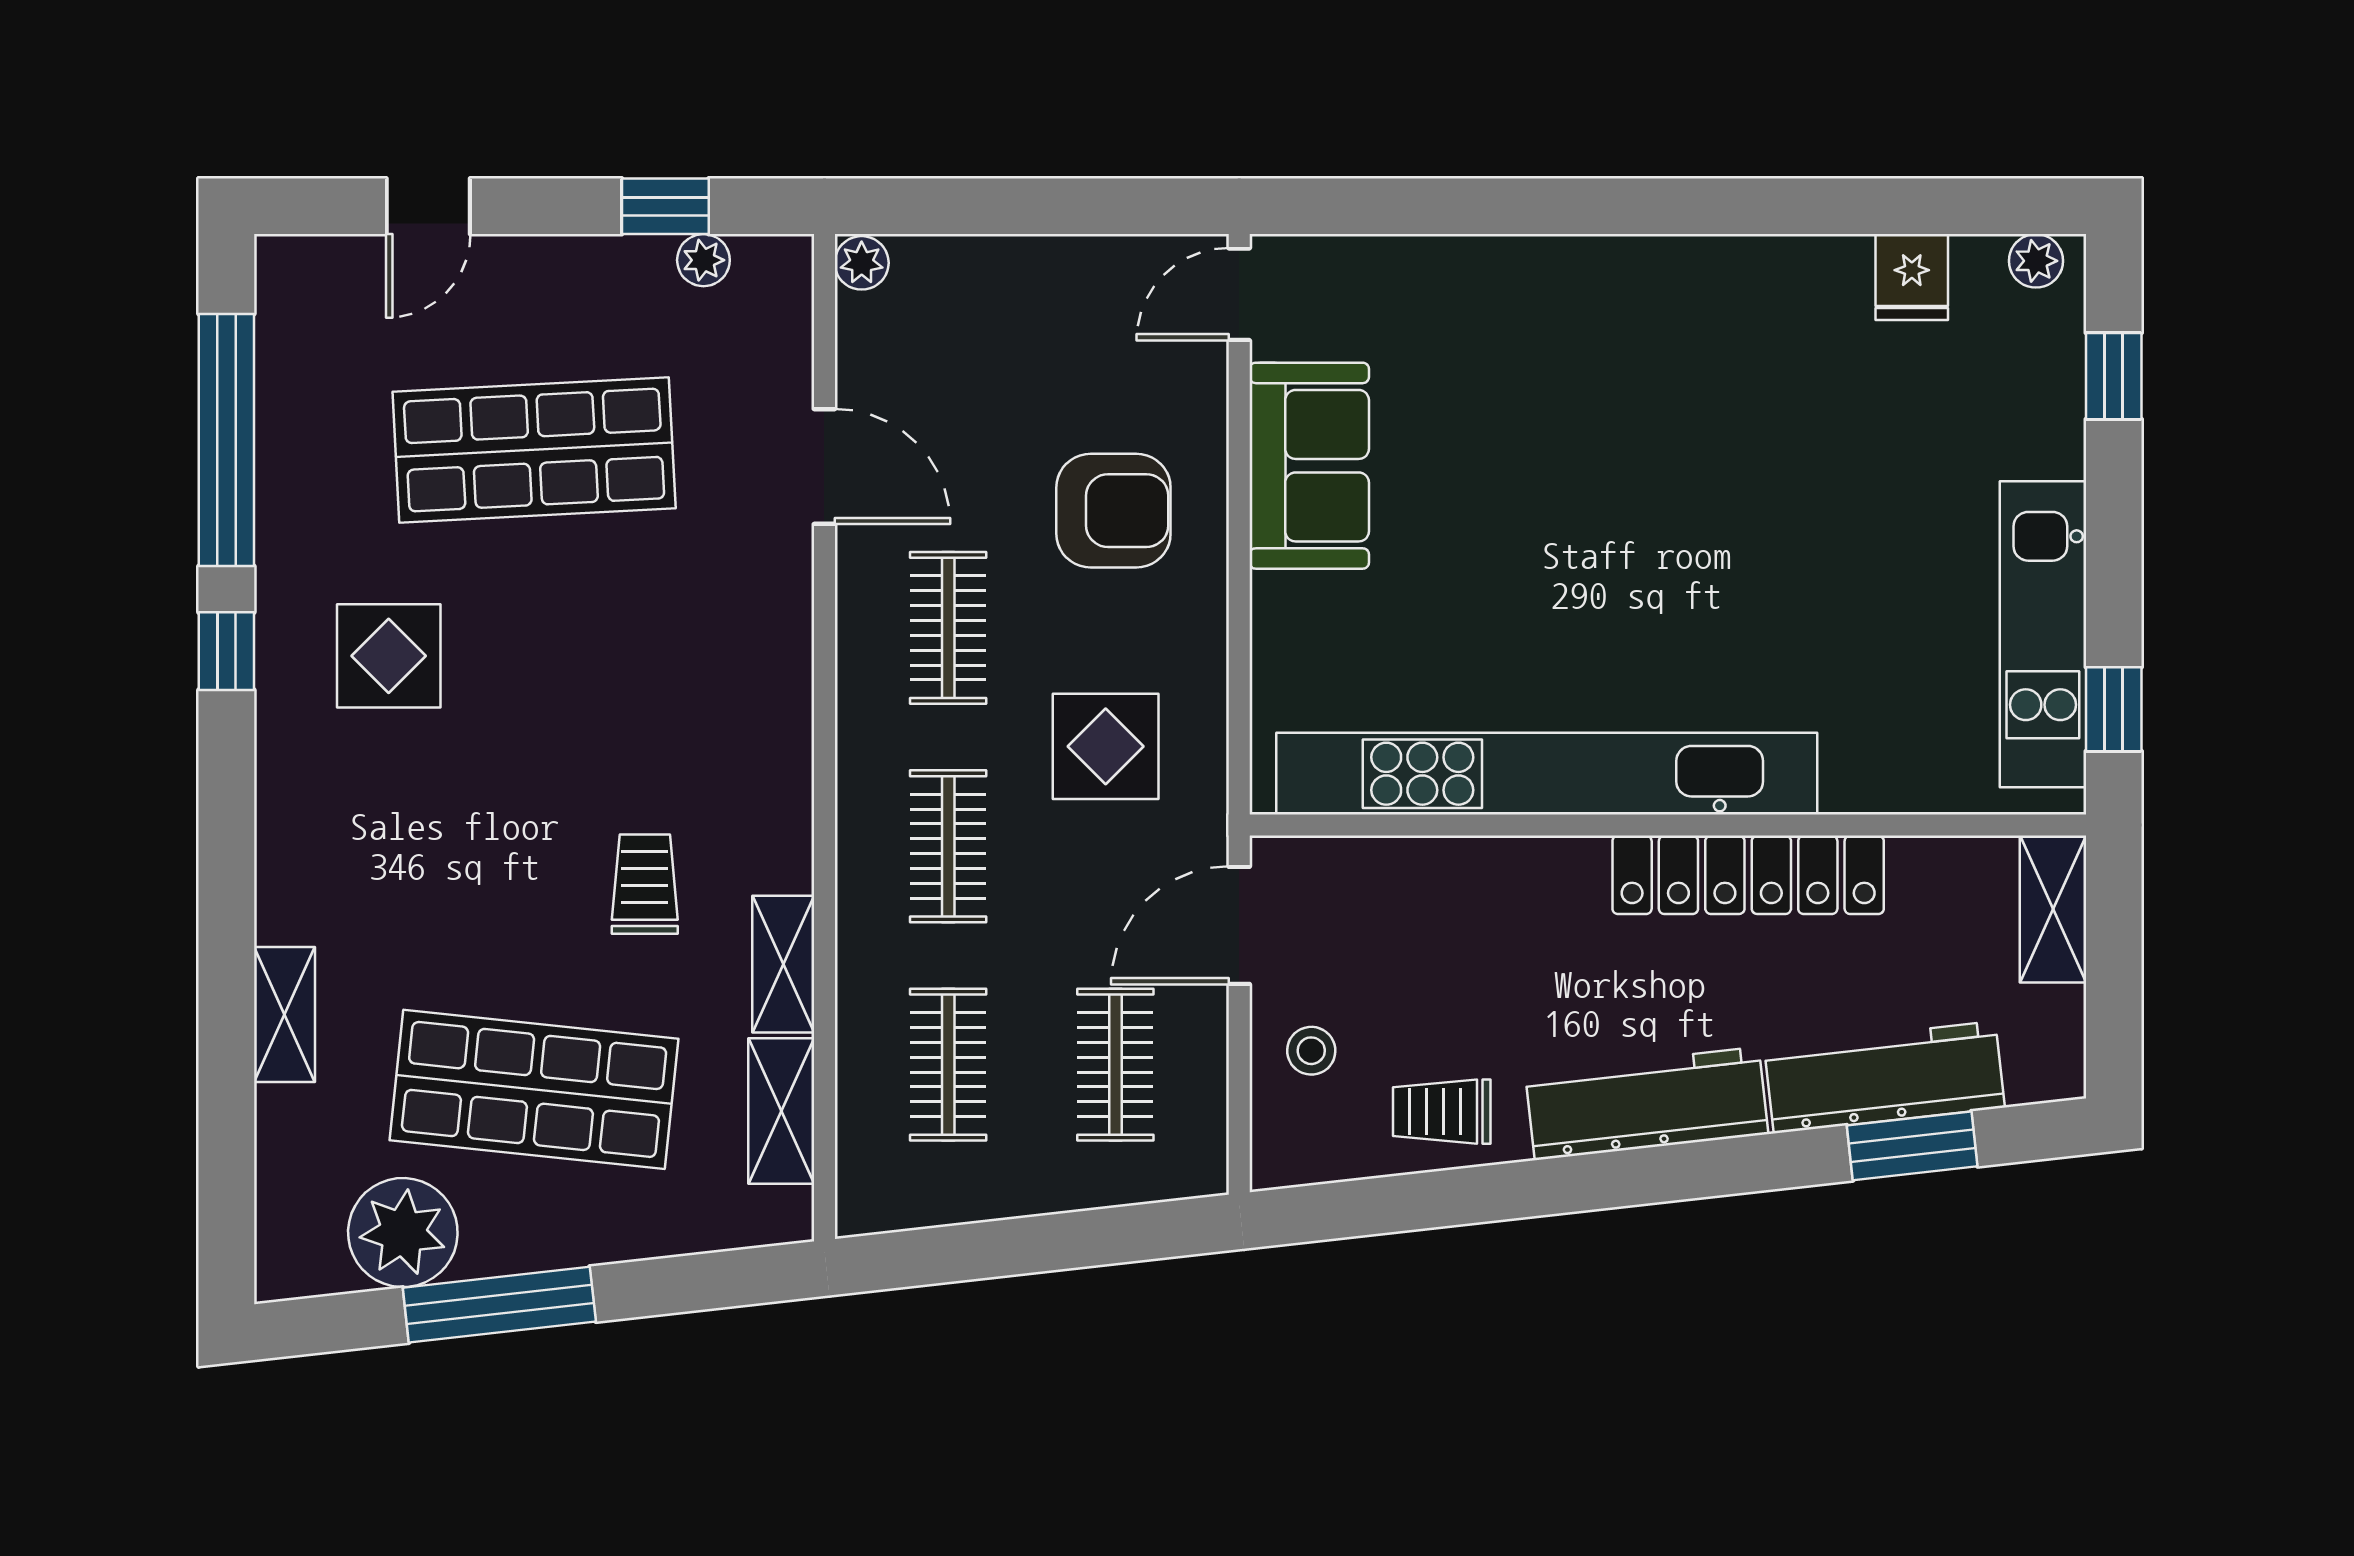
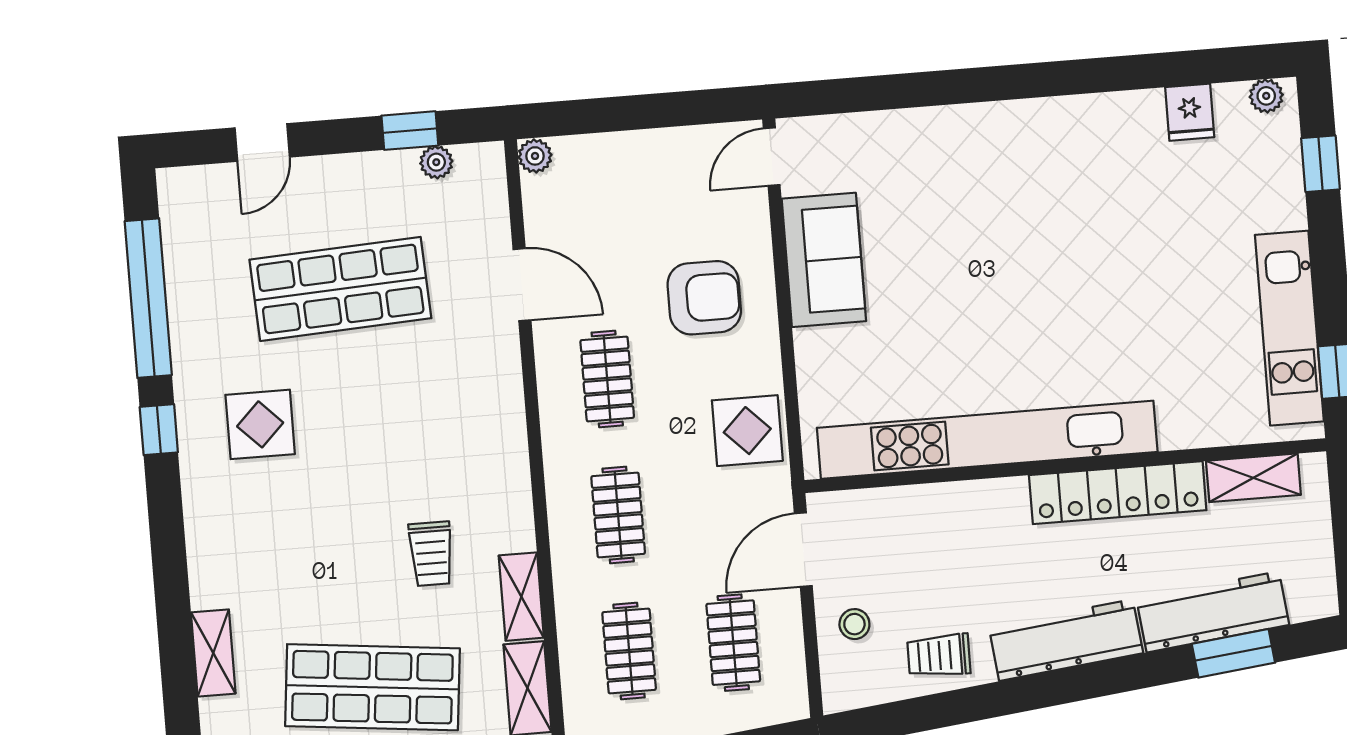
display table: (1106, 746) -> (747, 431), moved
trolley: (645, 884) -> (431, 554), turned 180
shelving: (2053, 909) -> (1253, 478), moved, turned 90

